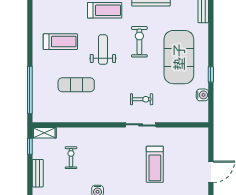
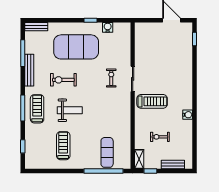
weight bench: (103, 50) -> (70, 110), turned 180
exercise mat: (76, 85) -> (107, 152), moved
treadmill: (155, 164) -> (152, 101), moved

